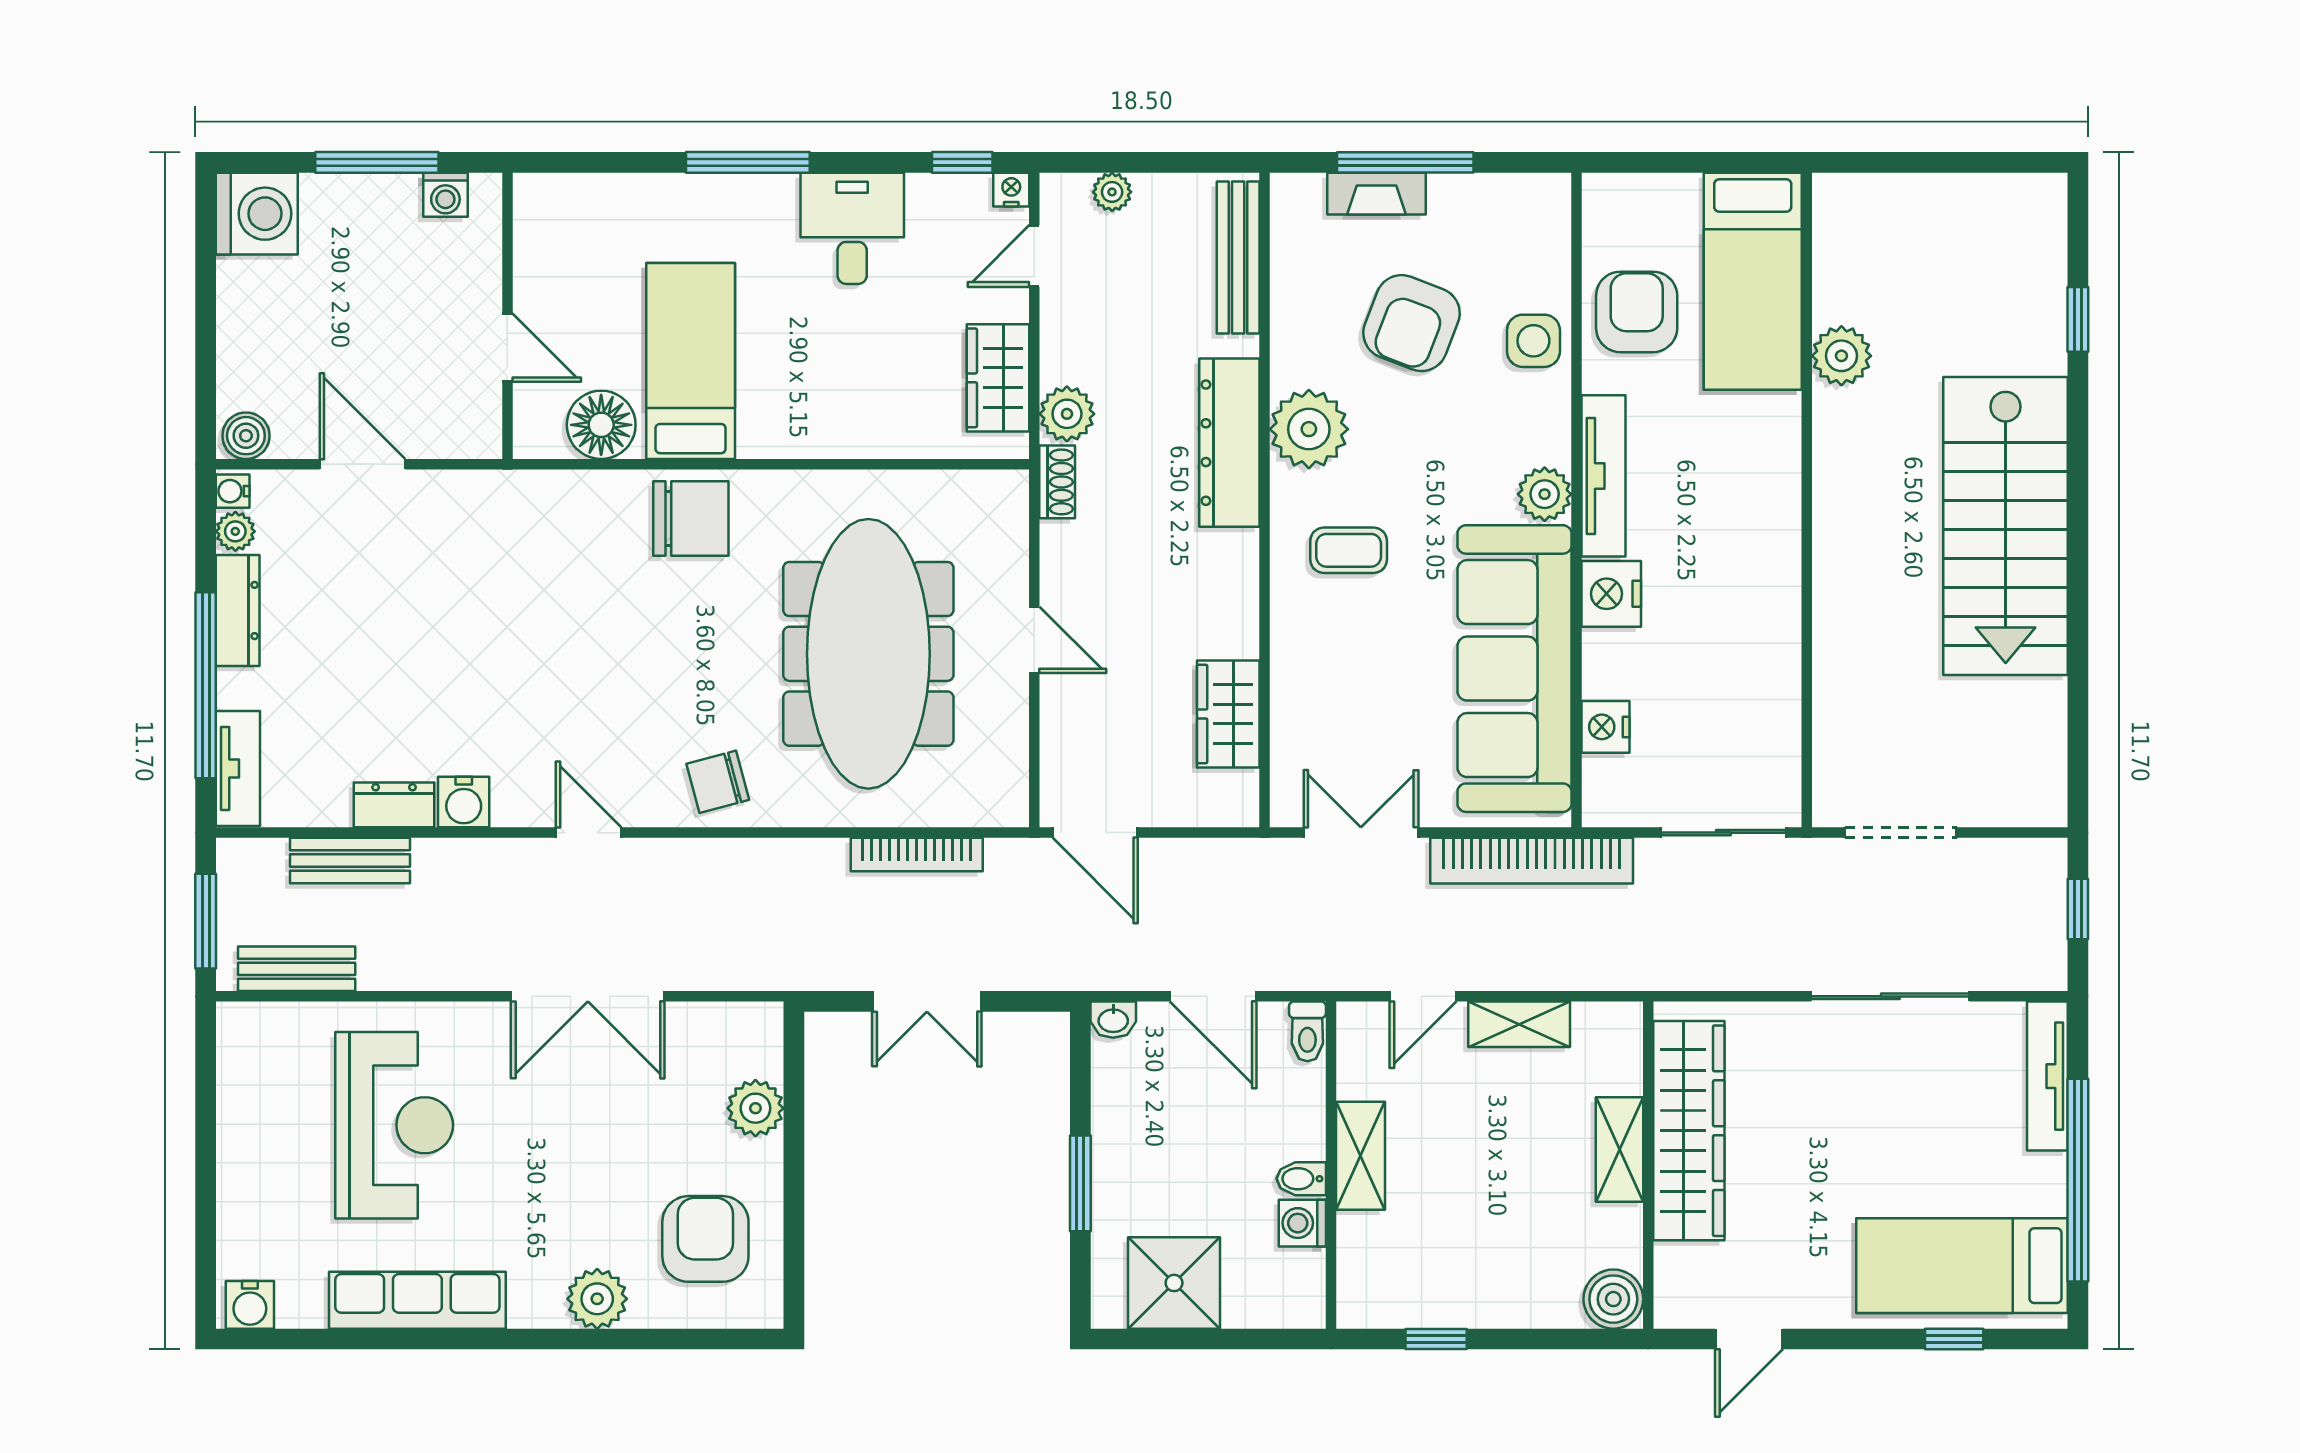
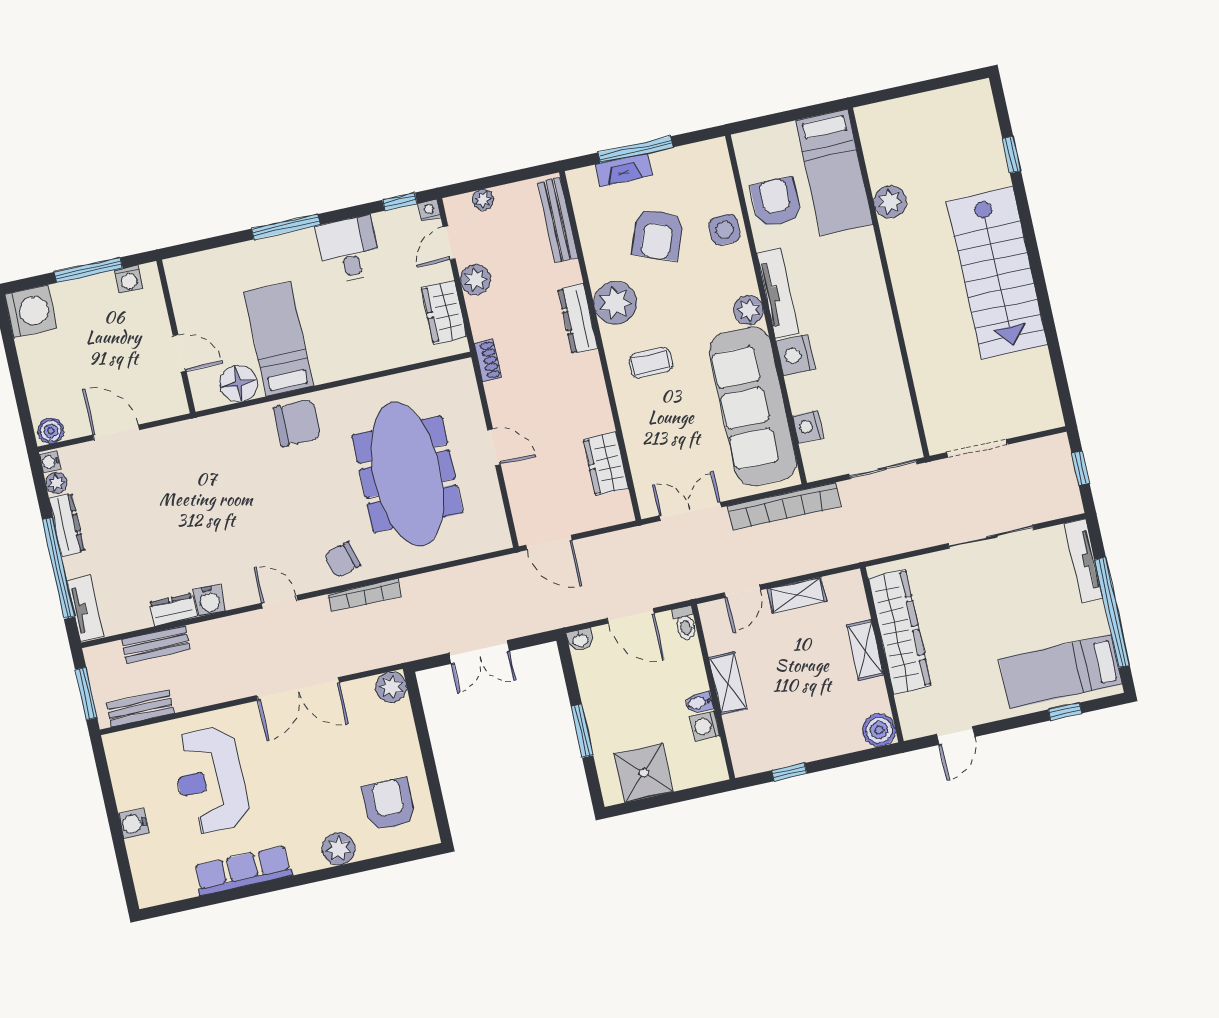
plant: (1067, 414) -> (475, 279), moved
dresser: (1229, 443) -> (578, 319), width x0.73, depth x0.80
bookcase: (917, 855) -> (364, 595), moved
plant: (755, 1108) -> (391, 687), moved
reception desk: (394, 1125) -> (210, 780), turned 180
water cooler: (250, 1305) -> (134, 824), moved, turned 90

